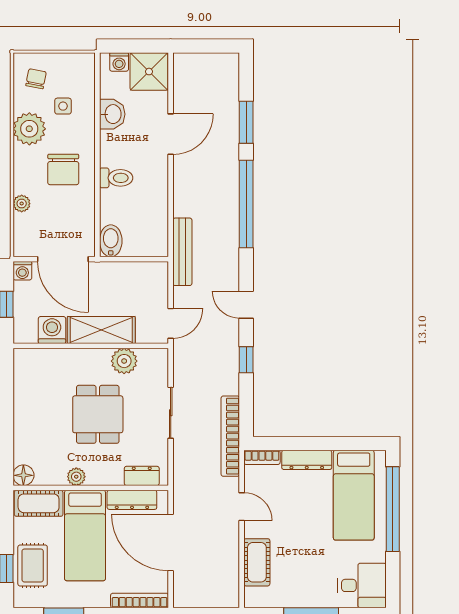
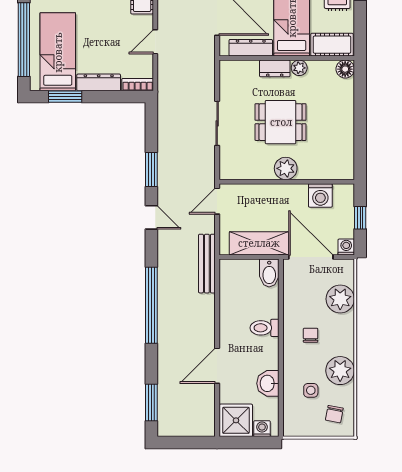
window: (246, 122) -> (151, 403), moved
chair: (63, 169) -> (311, 335), width x0.54, depth x0.54
plant: (22, 204) -> (340, 299), width x1.88, depth x1.88
shelving: (101, 330) -> (259, 243), moved
window: (246, 360) -> (151, 170), width x1.50
plant: (124, 361) -> (286, 168), moved
dining table: (98, 414) -> (281, 122), turned 90
bookcase: (230, 436) -> (165, 103), removed
window: (345, 444) -> (65, 97), added
dresser: (142, 476) -> (275, 68), moved
door: (242, 507) -> (155, 42), hinge flipped

